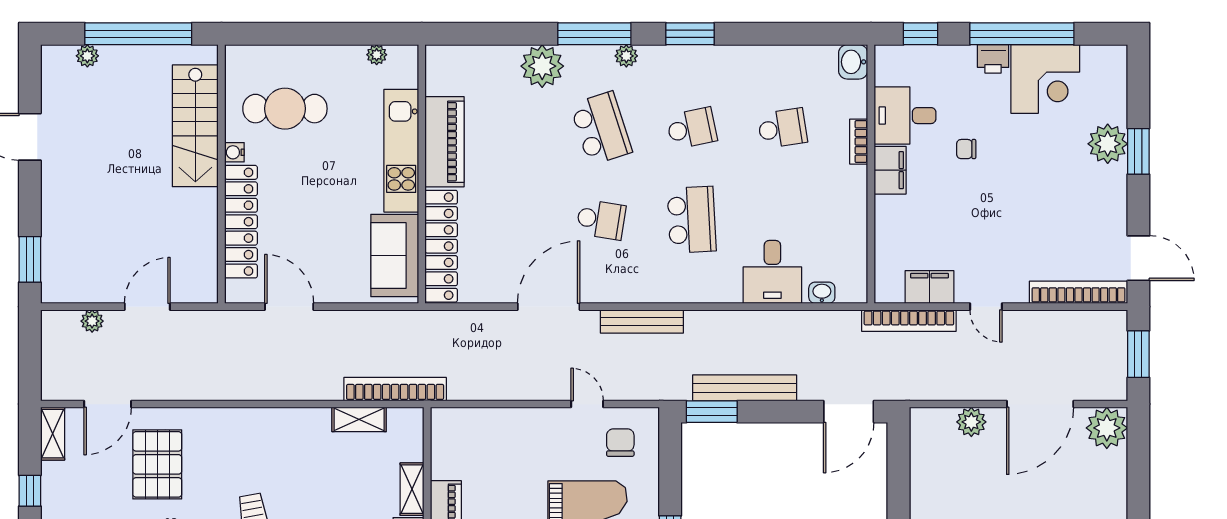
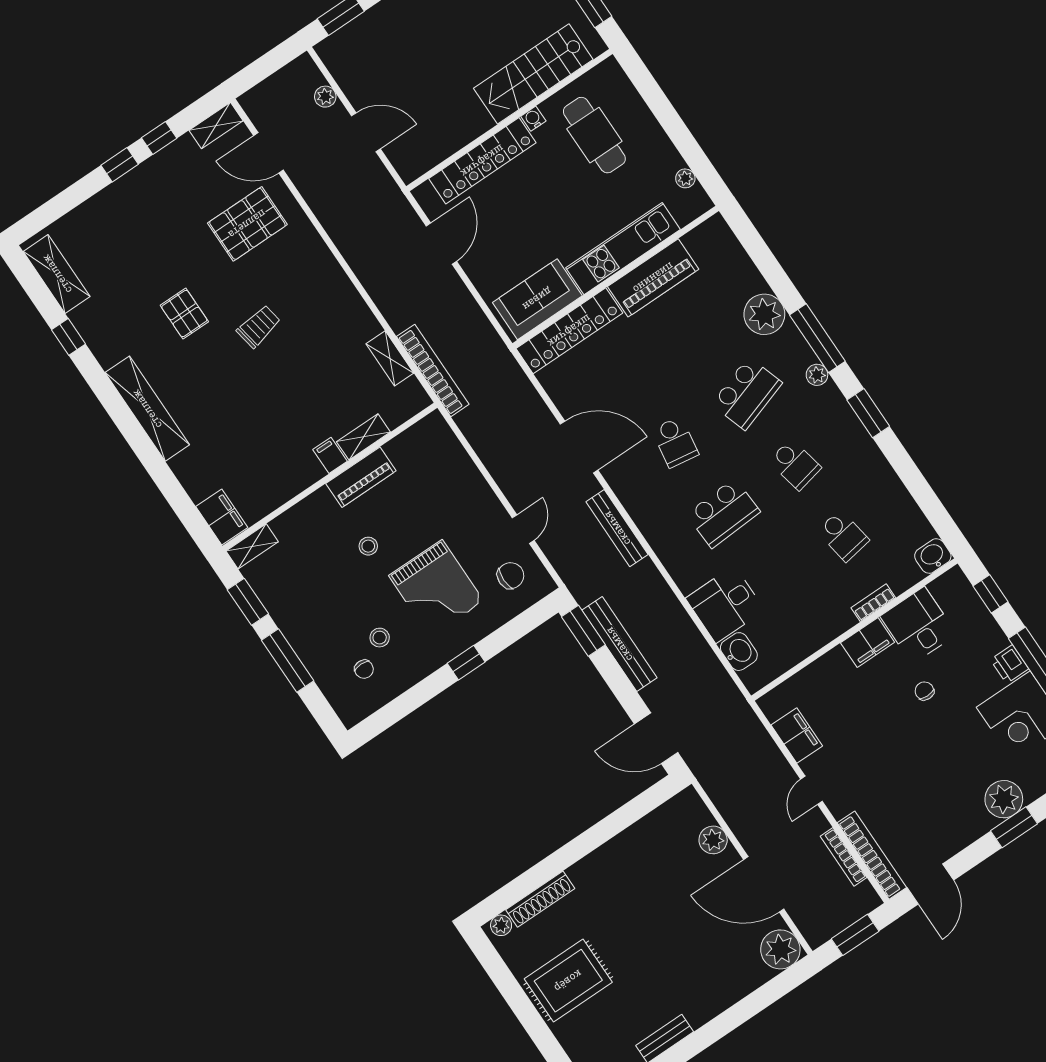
washbasin: (822, 293) -> (739, 652), width x1.38, depth x1.45
bookcase: (909, 321) -> (843, 857), moved, width x0.68, depth x0.76

